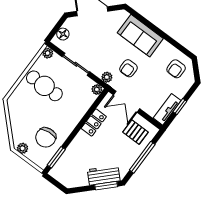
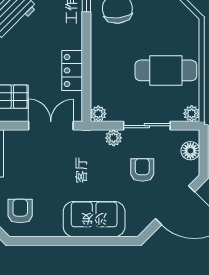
armchair: (129, 68) -> (142, 170), moved
plant: (107, 77) -> (114, 138), moved

